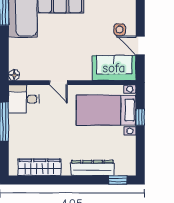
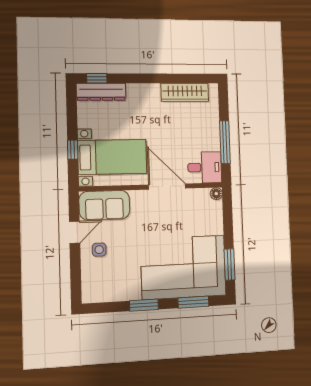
door: (140, 45) -> (75, 232), hinge flipped
door: (58, 83) -> (167, 187), width x1.87
dresser: (93, 168) -> (101, 92), moved

